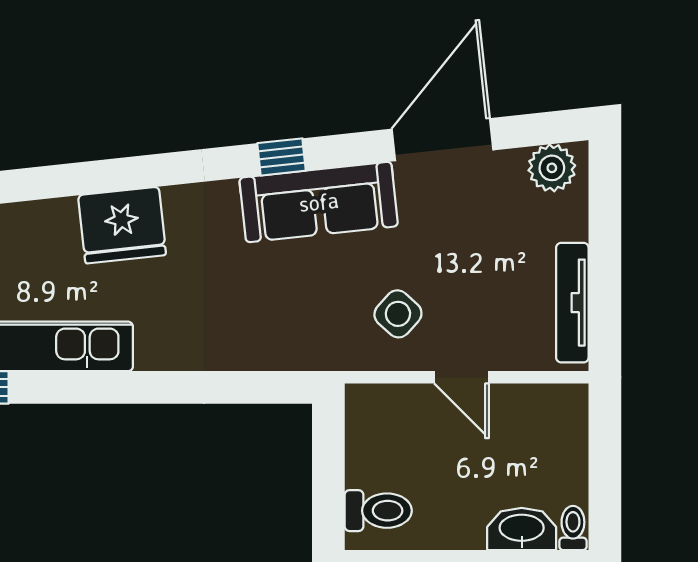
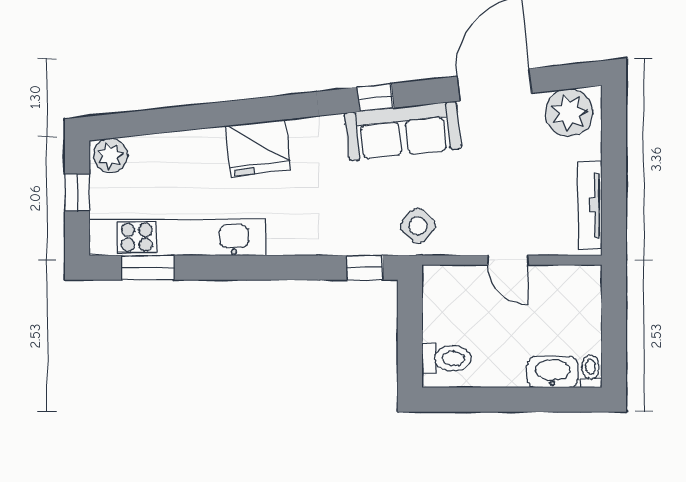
plant: (552, 168) -> (569, 113), width x1.36, depth x1.36
side table: (398, 314) -> (418, 226), moved
window: (267, 387) -> (365, 268), added

